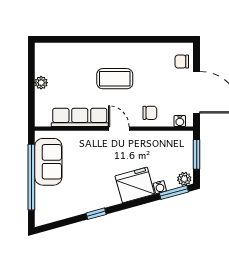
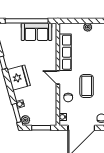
coffee table: (115, 79) -> (87, 86), moved
door: (119, 129) -> (58, 77), swing flipped
fridge: (135, 185) -> (19, 78), moved

